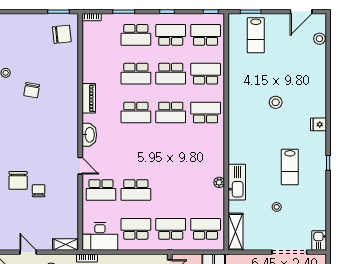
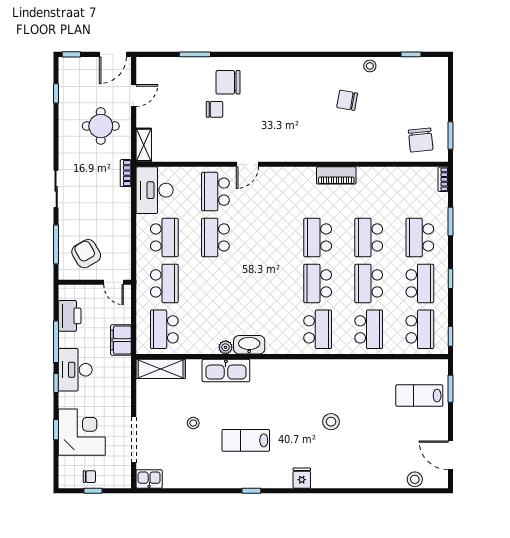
washbasin: (89, 135) -> (249, 345), moved, turned 180
school desk: (206, 229) -> (164, 329), turned 180

